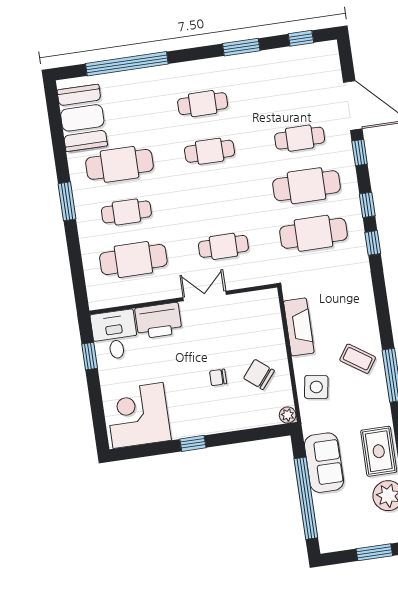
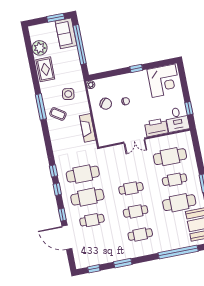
cafe table: (223, 246) -> (131, 188), moved
side table: (316, 387) -> (68, 94), moved
sofa: (324, 463) -> (66, 33), moved
window: (374, 552) -> (56, 18), moved

